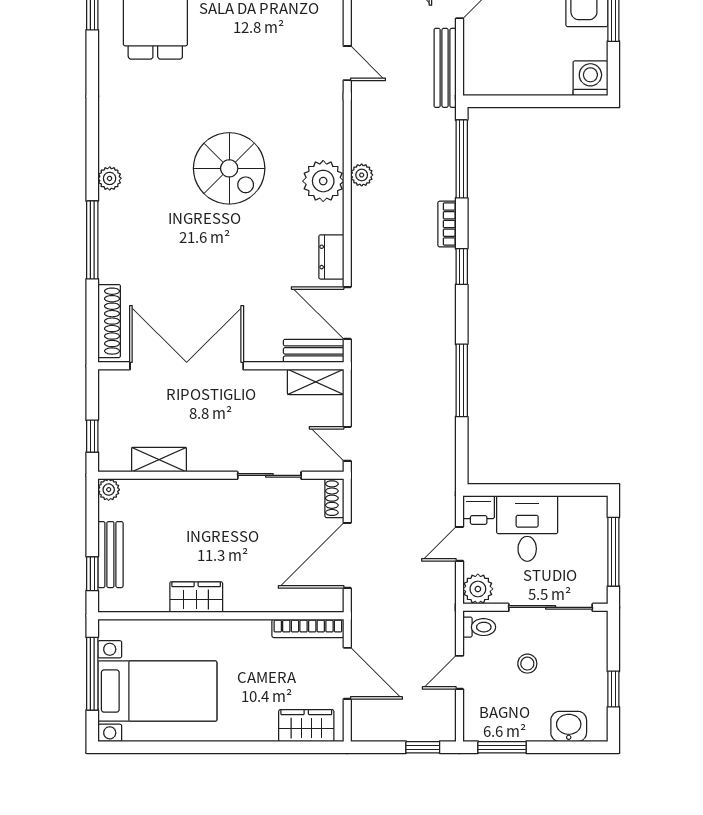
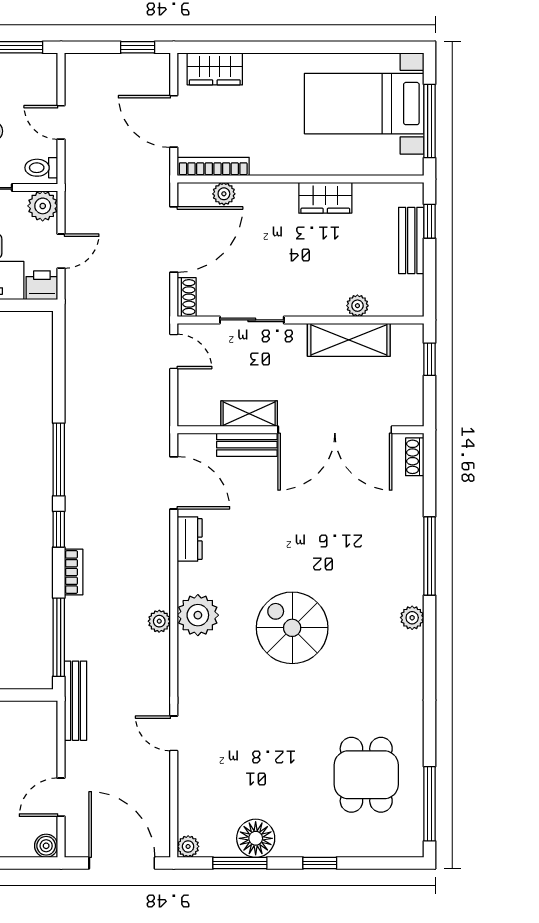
bench: (445, 68) -> (76, 701), moved
shoe rack: (109, 321) -> (415, 457), width x0.51, depth x0.81
bench: (314, 351) -> (247, 445), moved
window: (462, 380) -> (59, 459), moved
shelving: (316, 382) -> (249, 414), moved
shelving: (159, 460) -> (349, 340), width x1.50, depth x1.33
plant: (109, 490) -> (357, 306), moved
plant: (297, 601) -> (224, 194), added
door: (459, 672) -> (61, 122), swing flipped
window: (423, 747) -> (138, 47), moved

